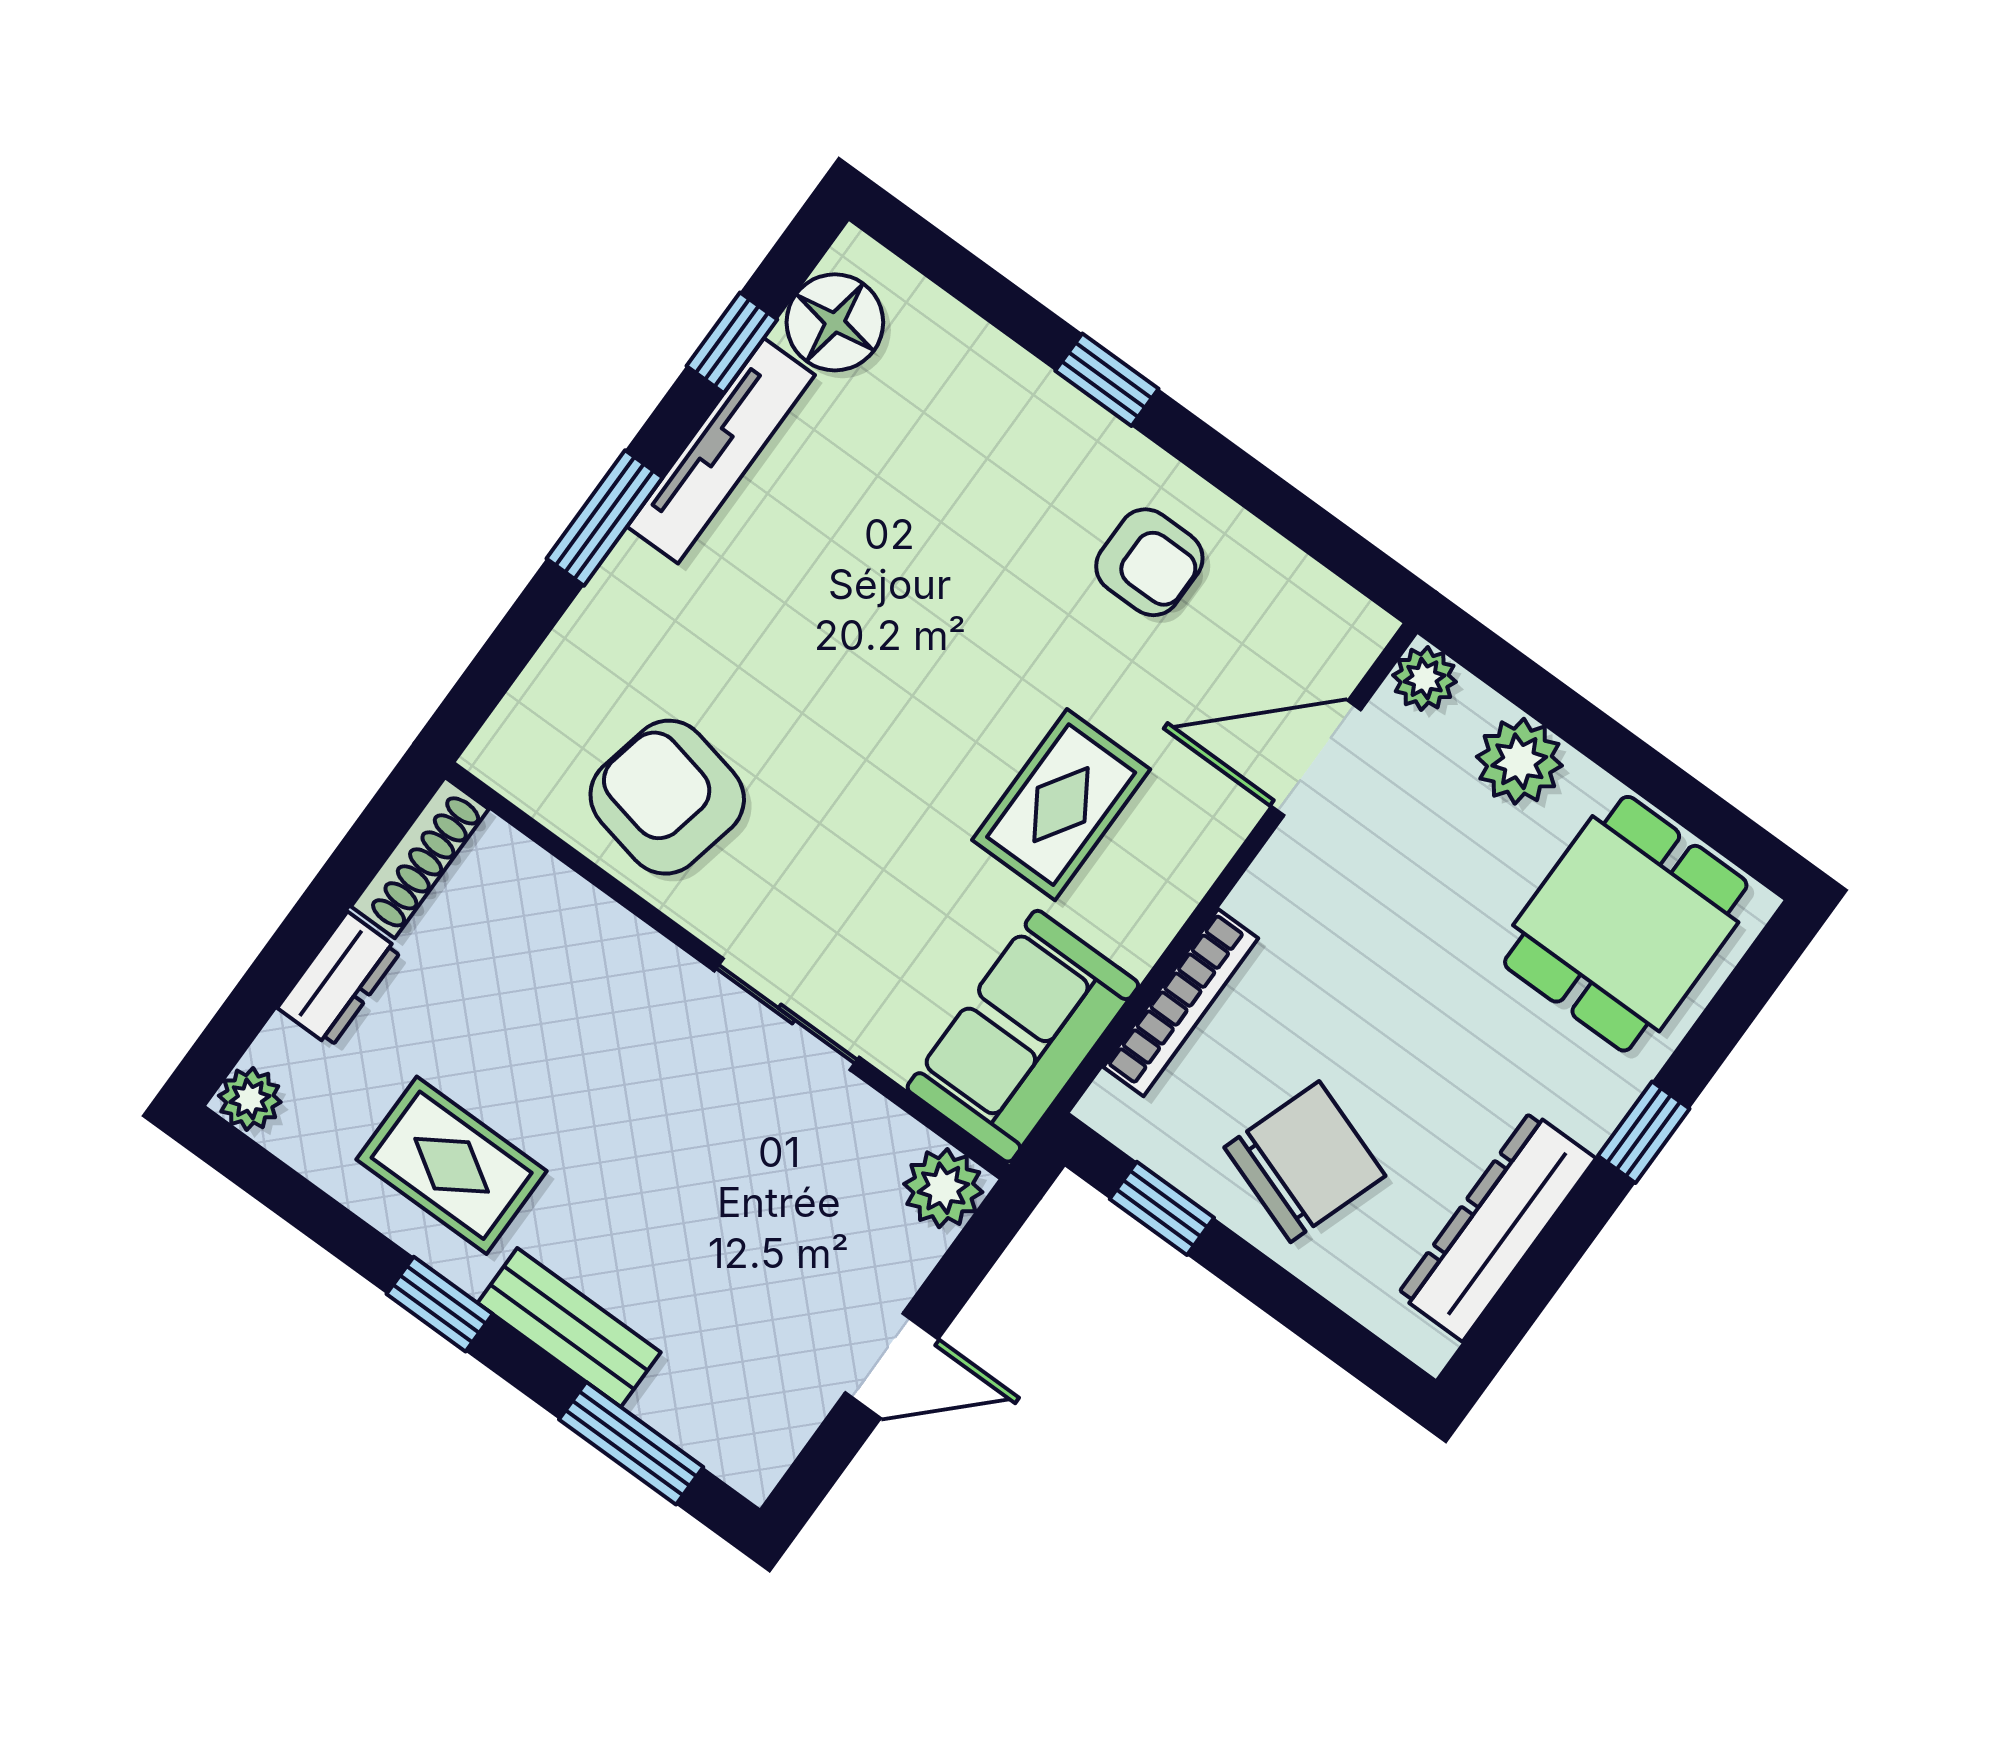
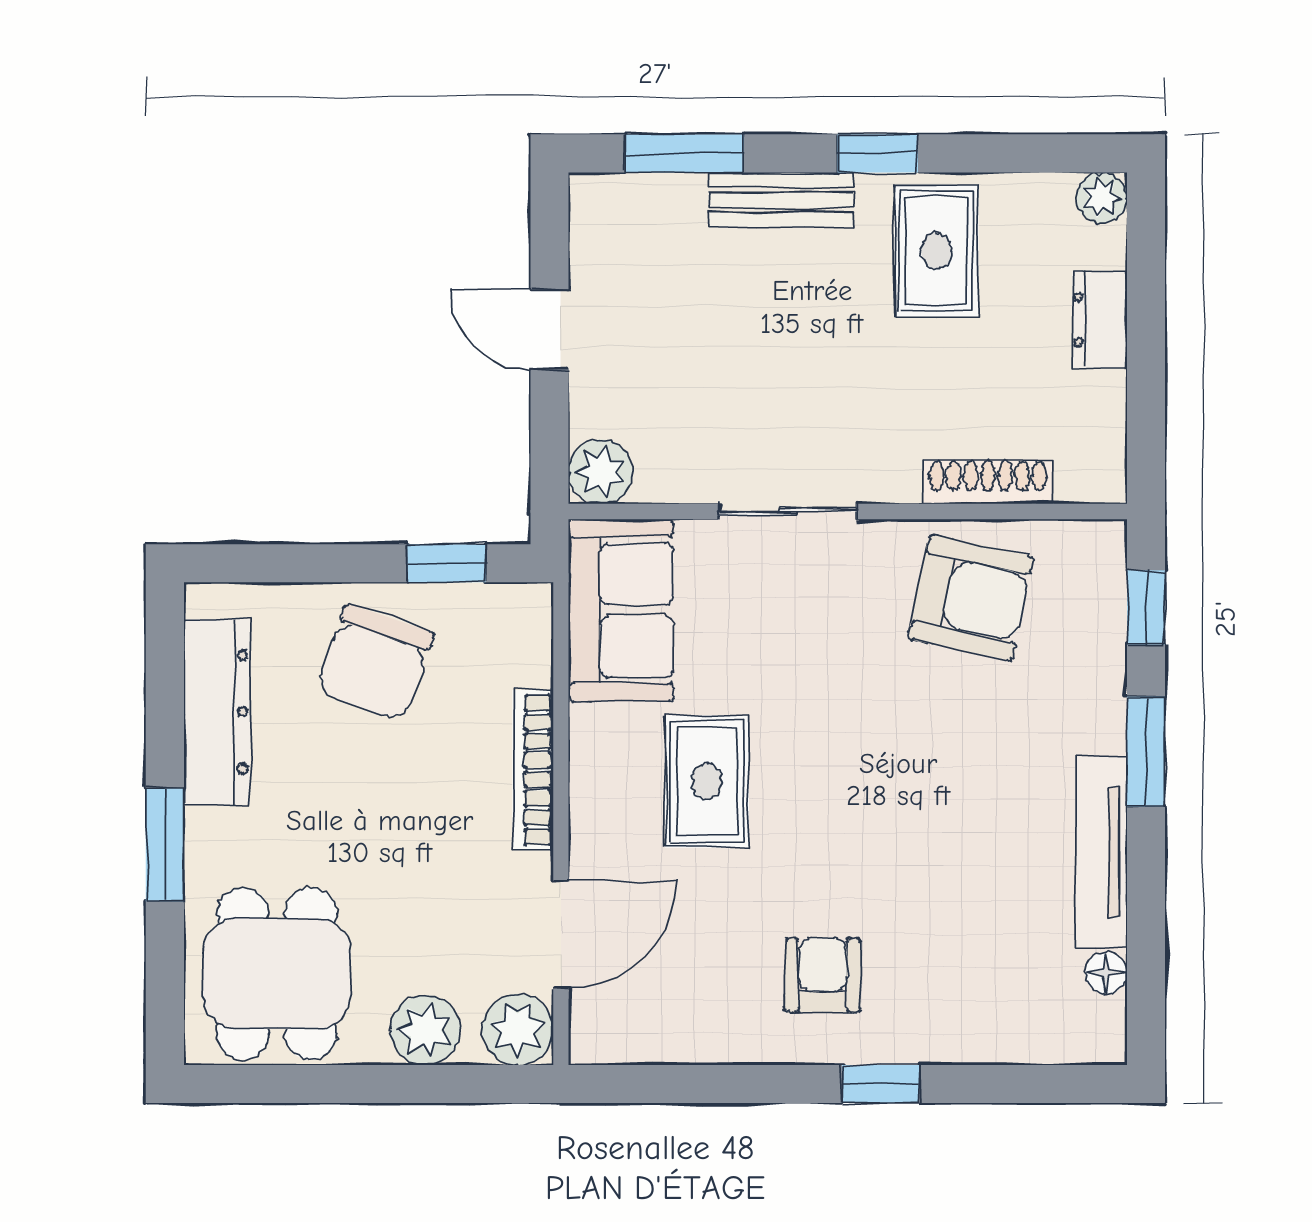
floor lamp: (835, 322) -> (1106, 973), width x0.53, depth x0.53
window: (732, 343) -> (1146, 607), moved
armchair: (1149, 562) -> (823, 975), moved, turned 90
plant: (1425, 679) -> (518, 1029), width x1.38, depth x1.38
shoe rack: (420, 858) -> (988, 482), moved, turned 90
bookcase: (1181, 1003) -> (533, 770), moved
window: (1644, 1132) -> (165, 845), width x1.50
rug: (452, 1165) -> (936, 251), turned 90
door: (892, 1366) -> (549, 329), hinge flipped

